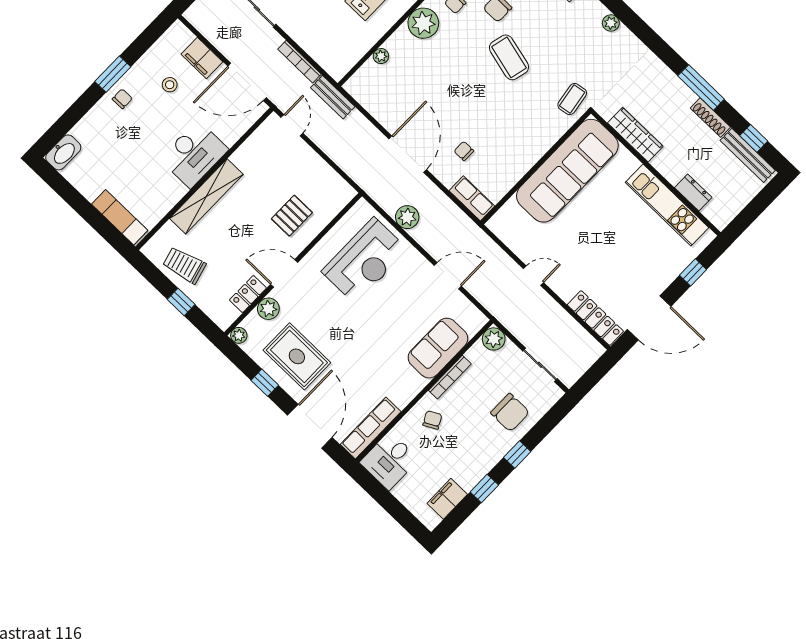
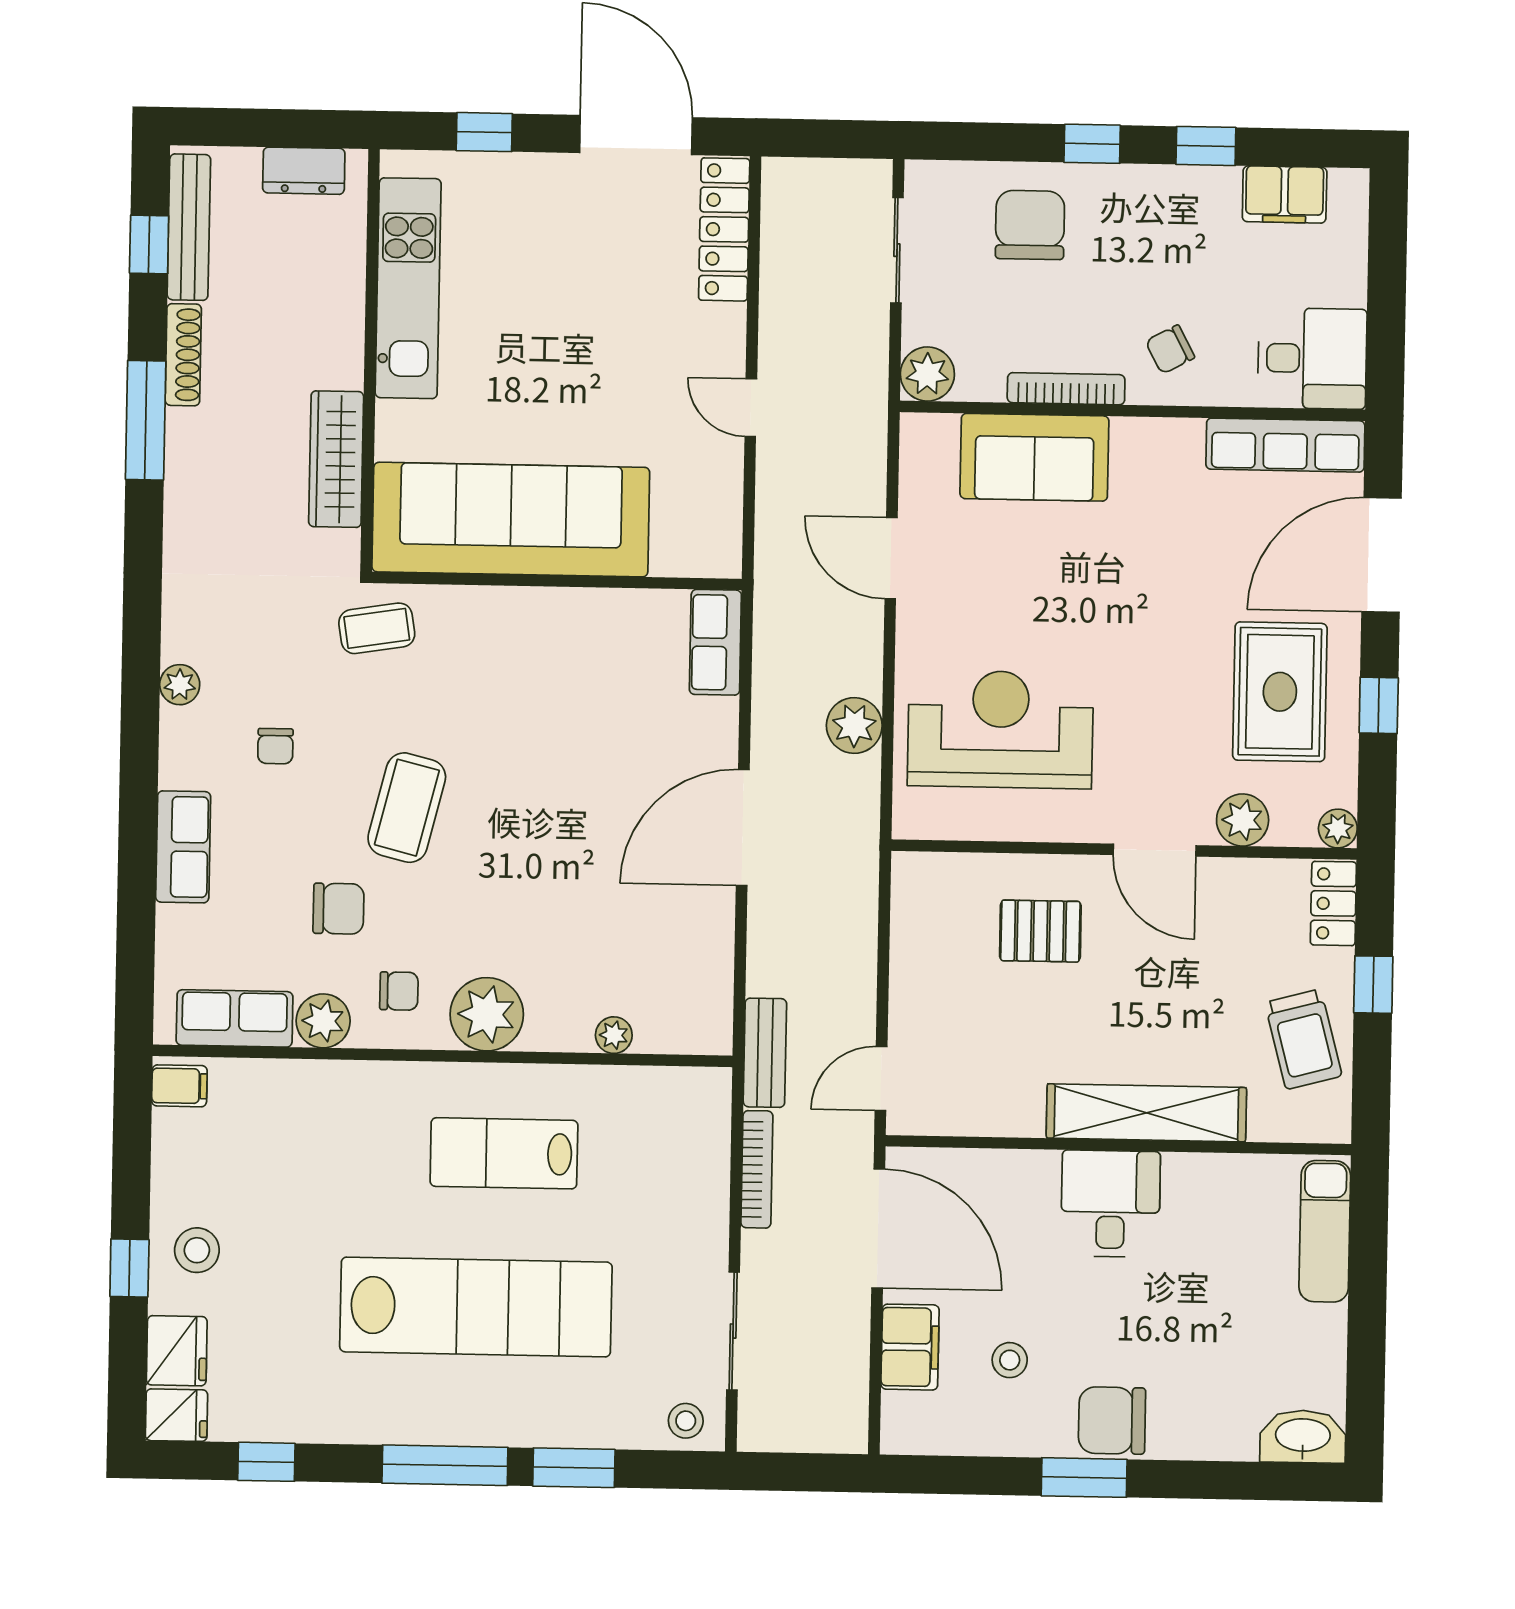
chair: (122, 99) -> (1112, 1421), width x1.87, depth x1.87
chair: (464, 151) -> (275, 746), moved
desk: (194, 154) -> (1111, 1204), width x0.73
dresser: (693, 193) -> (304, 171), moved, turned -90
locker: (248, 294) -> (1333, 903), moved, turned 90

